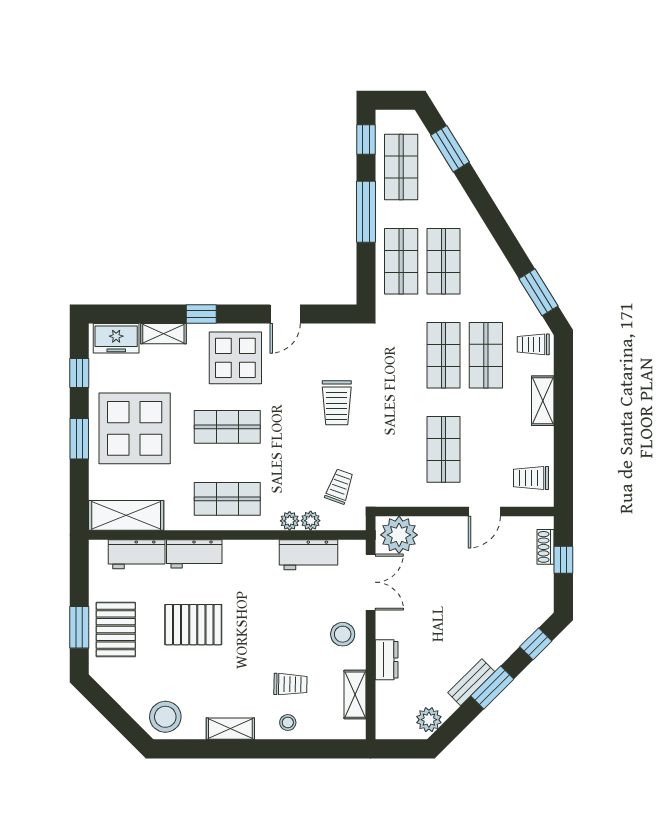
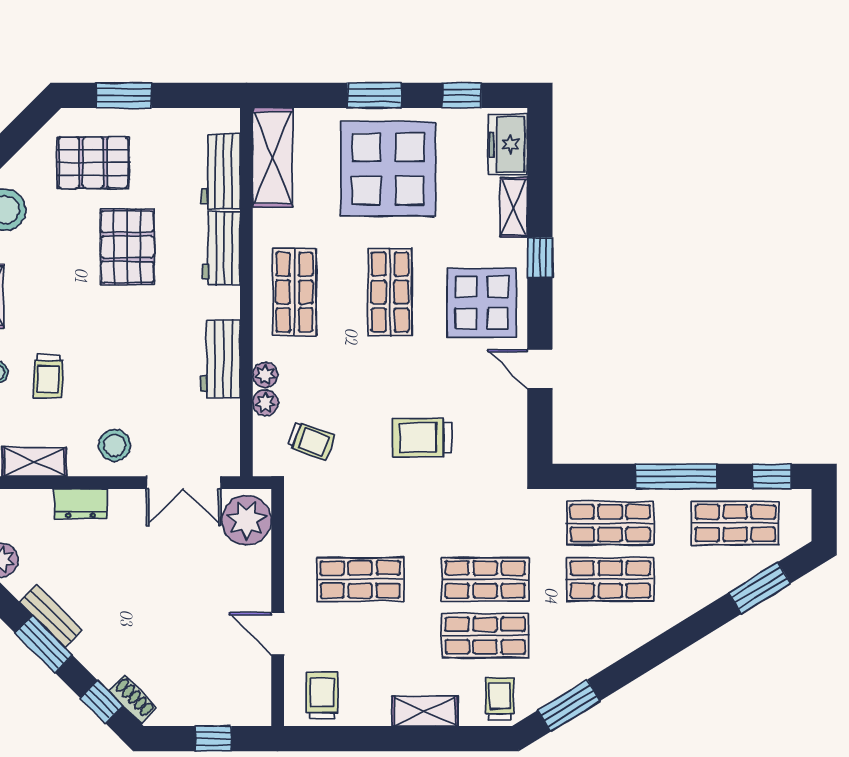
shoe rack: (545, 547) -> (132, 699), moved, turned 45
workbench: (309, 555) -> (220, 359), moved
pallet: (116, 629) -> (93, 163), moved

